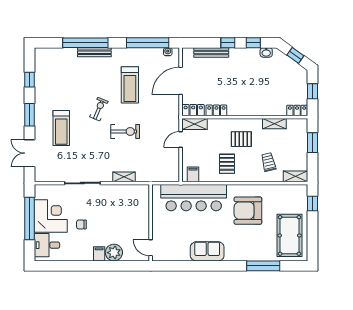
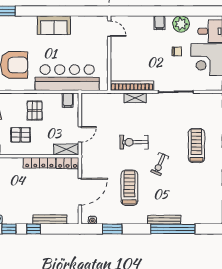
window: (148, 43) -> (112, 229), width x0.47
locker: (216, 110) -> (39, 163), width x1.53
bookcase: (127, 189) -> (132, 86), added
plant: (114, 253) -> (181, 24), moved

